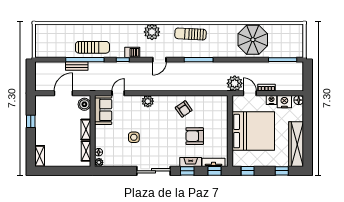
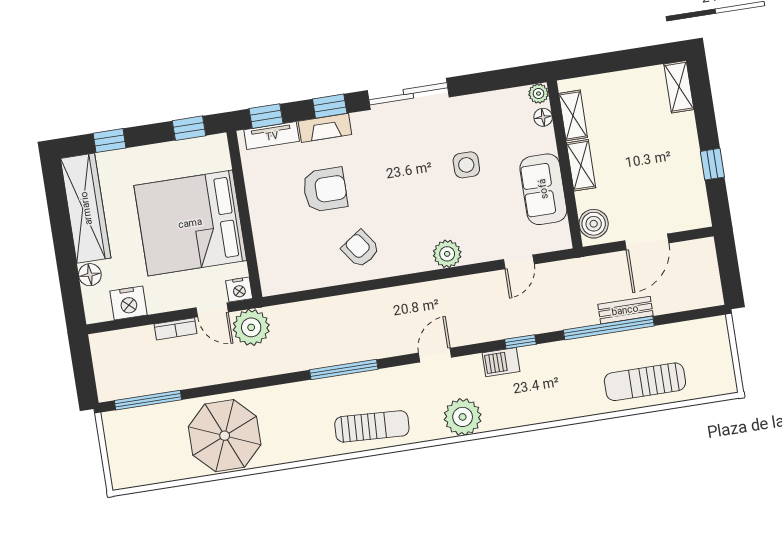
sun lounger: (92, 47) -> (645, 382), moved
nightstand: (271, 100) -> (239, 290), moved
floor lamp: (299, 100) -> (90, 275), moved
sofa: (103, 110) -> (543, 189), moved

